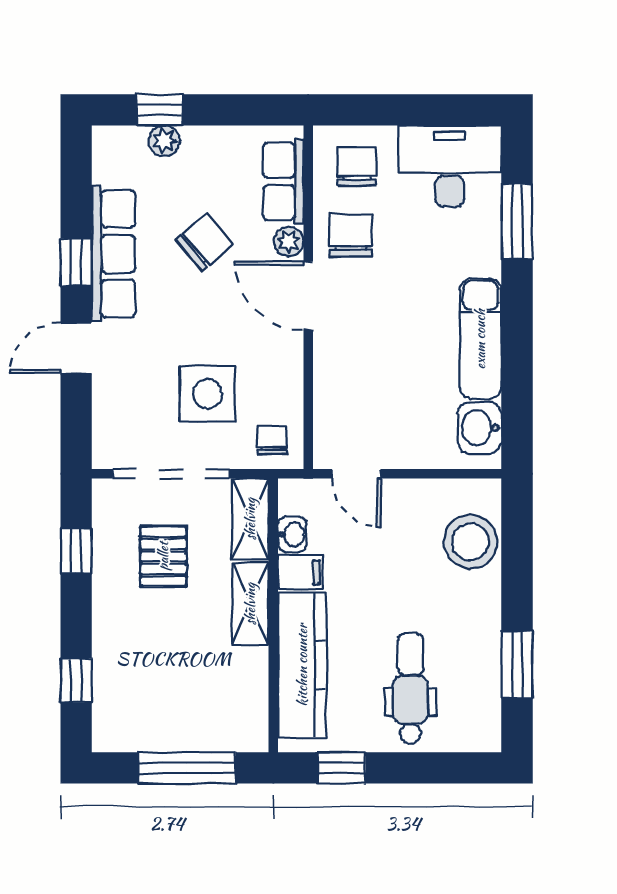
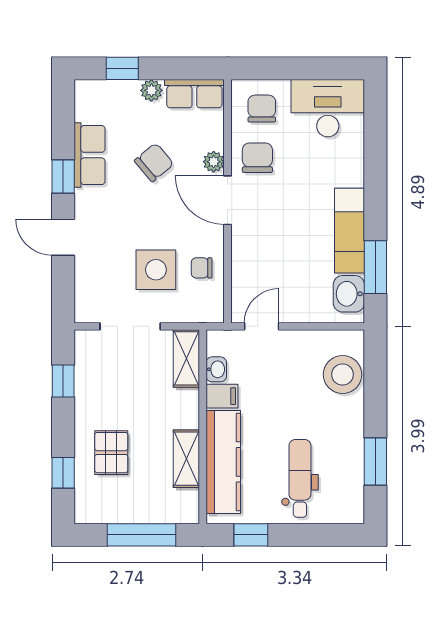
plant: (164, 141) -> (151, 90), moved
row of seats: (283, 181) -> (194, 94), moved, turned -90
window: (517, 221) -> (375, 267), moved
row of seats: (113, 254) -> (89, 155), width x0.68
door: (76, 348) -> (63, 237), hinge flipped
chair: (272, 440) -> (202, 268), moved, turned -90
doorway: (171, 474) -> (130, 326), width x0.73
door: (356, 474) -> (262, 326), swing flipped
pallet: (163, 556) -> (111, 453), moved
shelving: (250, 604) -> (186, 459), moved

